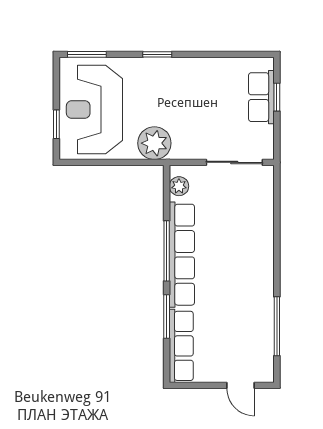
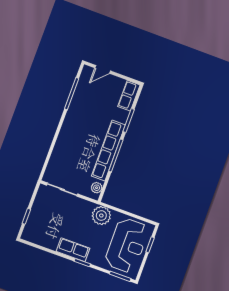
row of seats: (261, 97) -> (73, 250), moved, turned -90
row of seats: (181, 346) -> (129, 96), width x0.68
door: (241, 385) -> (103, 69), swing flipped

